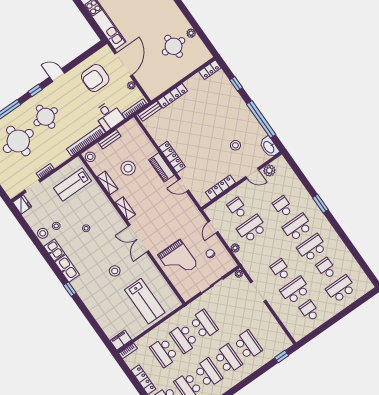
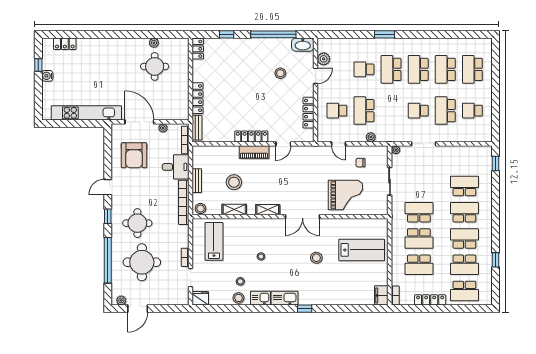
lab bench: (72, 185) -> (214, 241), turned 180
school desk: (326, 268) -> (445, 69), width x1.85

